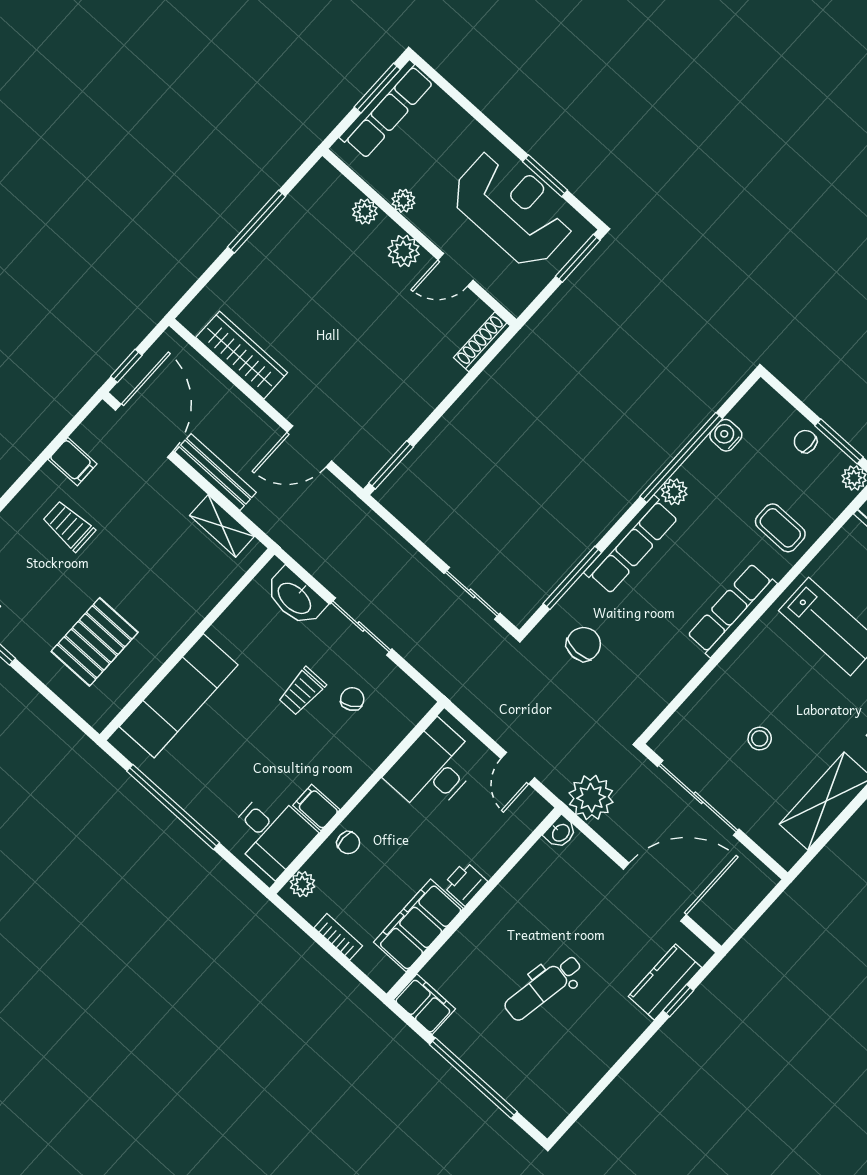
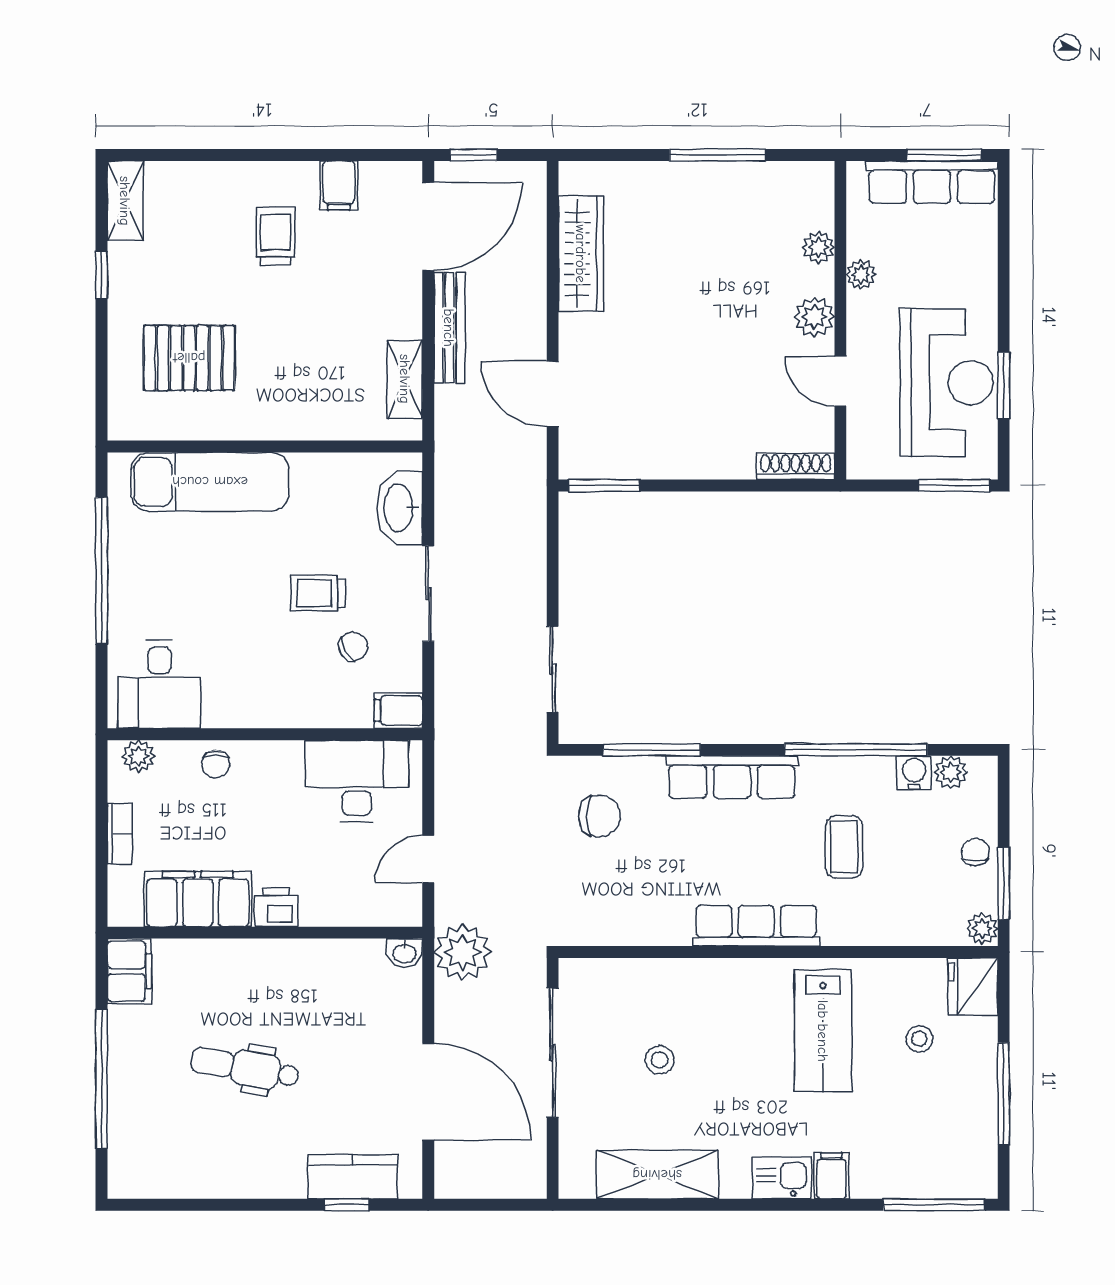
plant: (674, 492) -> (951, 772), moved
coffee table: (780, 528) -> (844, 847), moved
filing cabinet: (316, 808) -> (398, 710), moved, turned -90

